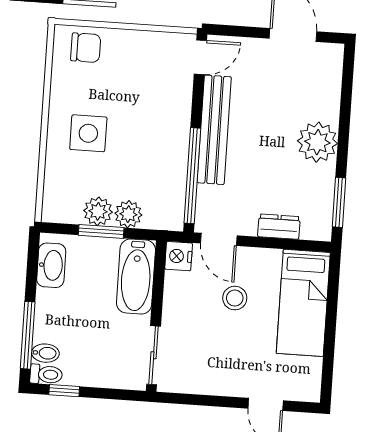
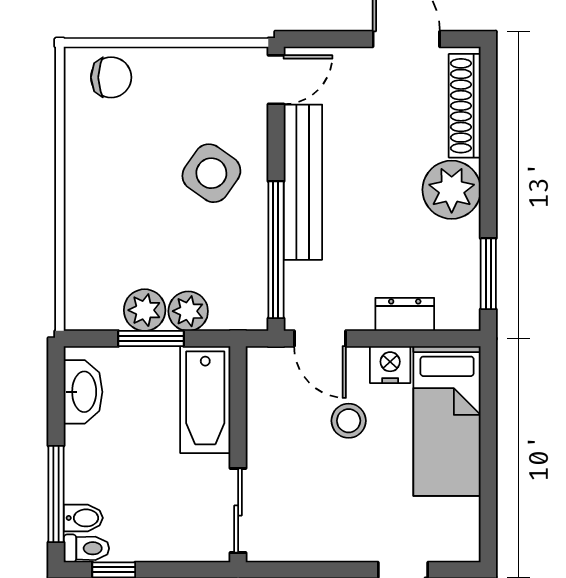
shoe rack: (331, 84) -> (465, 106), added
side table: (88, 133) -> (211, 173), moved, turned 35
nightstand: (179, 256) -> (390, 365), moved, turned 90

